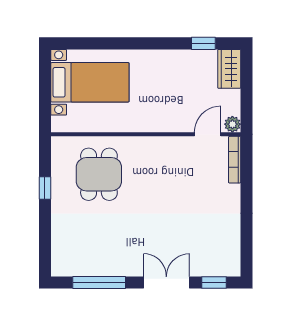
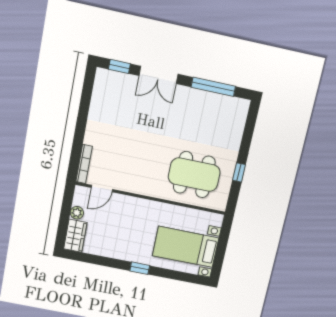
window: (203, 43) -> (140, 268), moved
plant: (232, 124) -> (77, 213), moved
dining table: (99, 174) -> (194, 175), width x1.37

